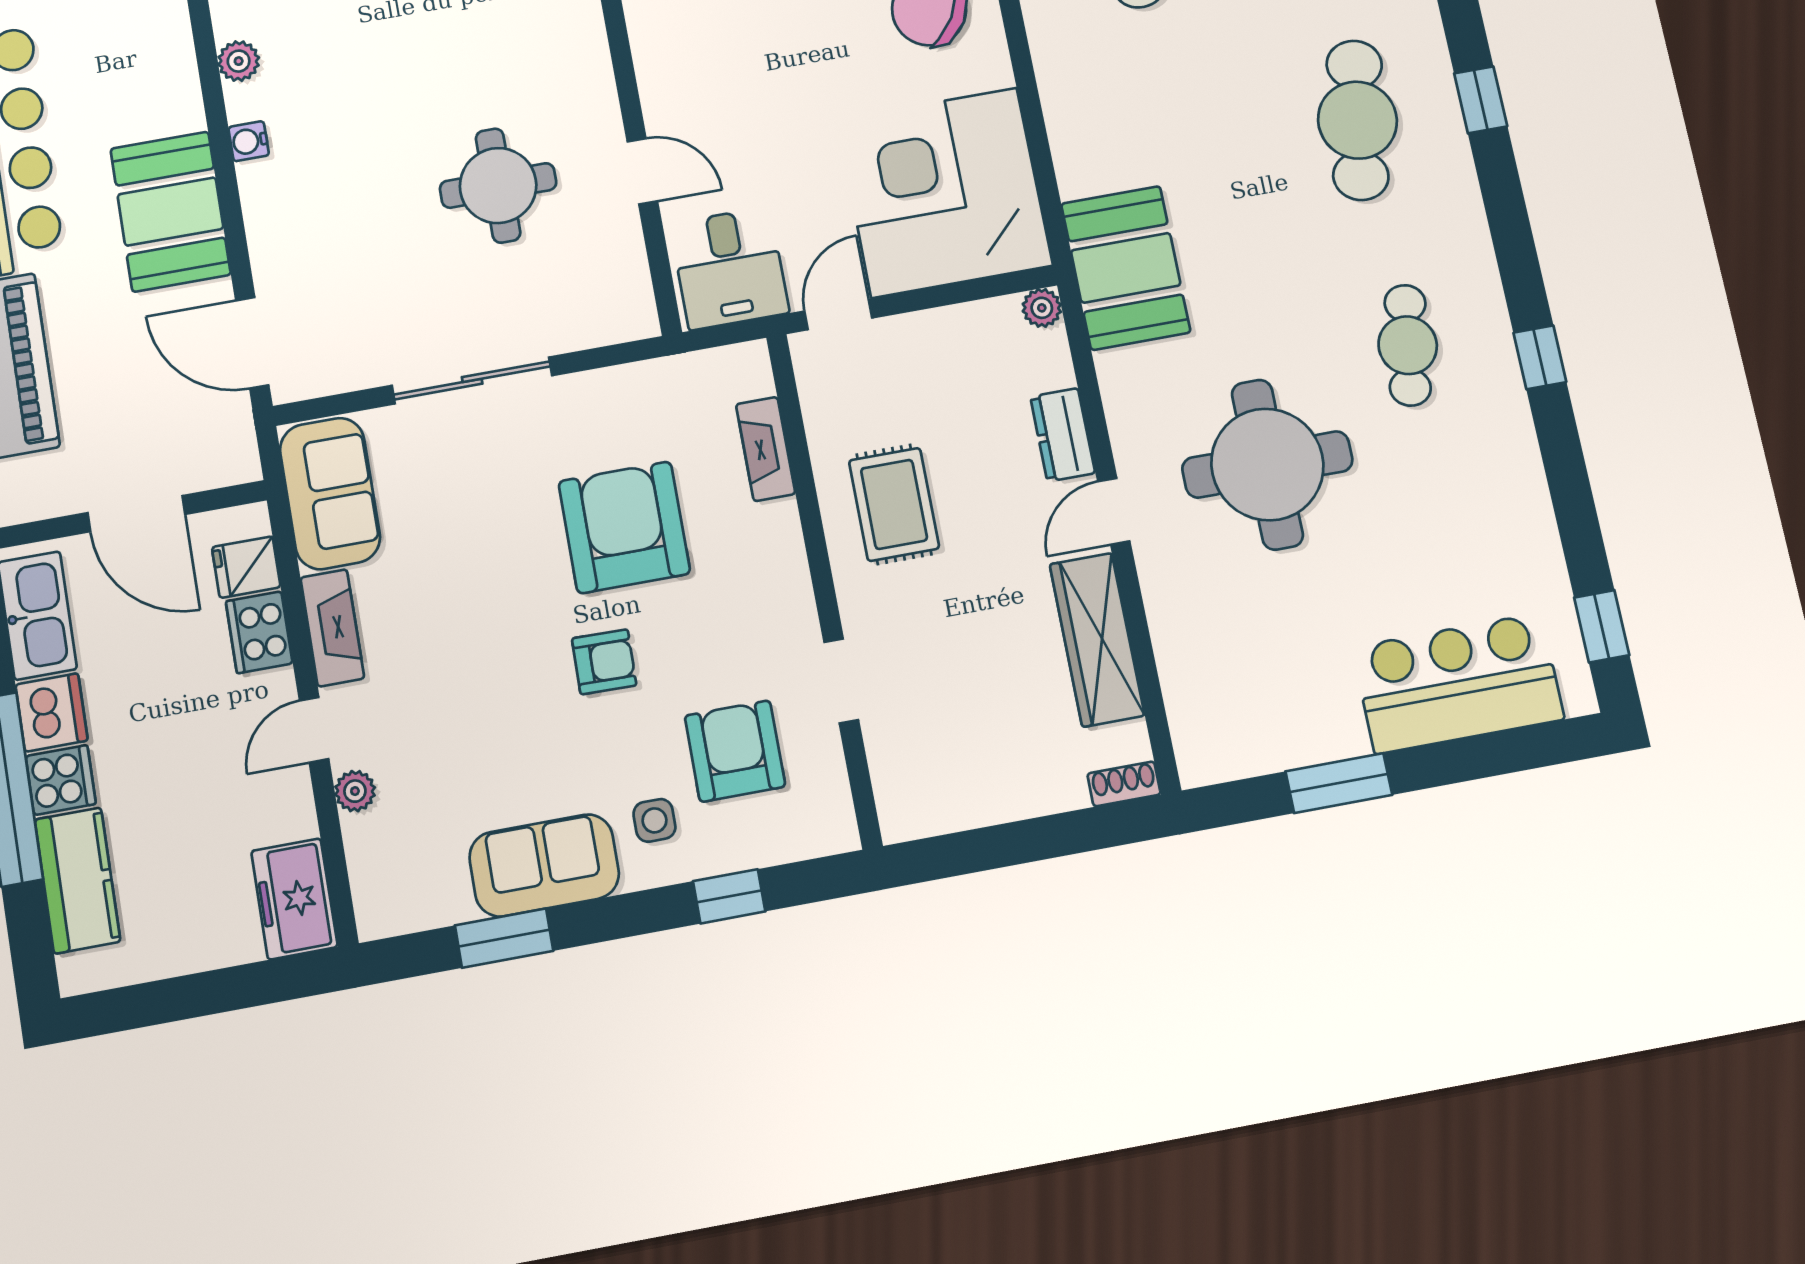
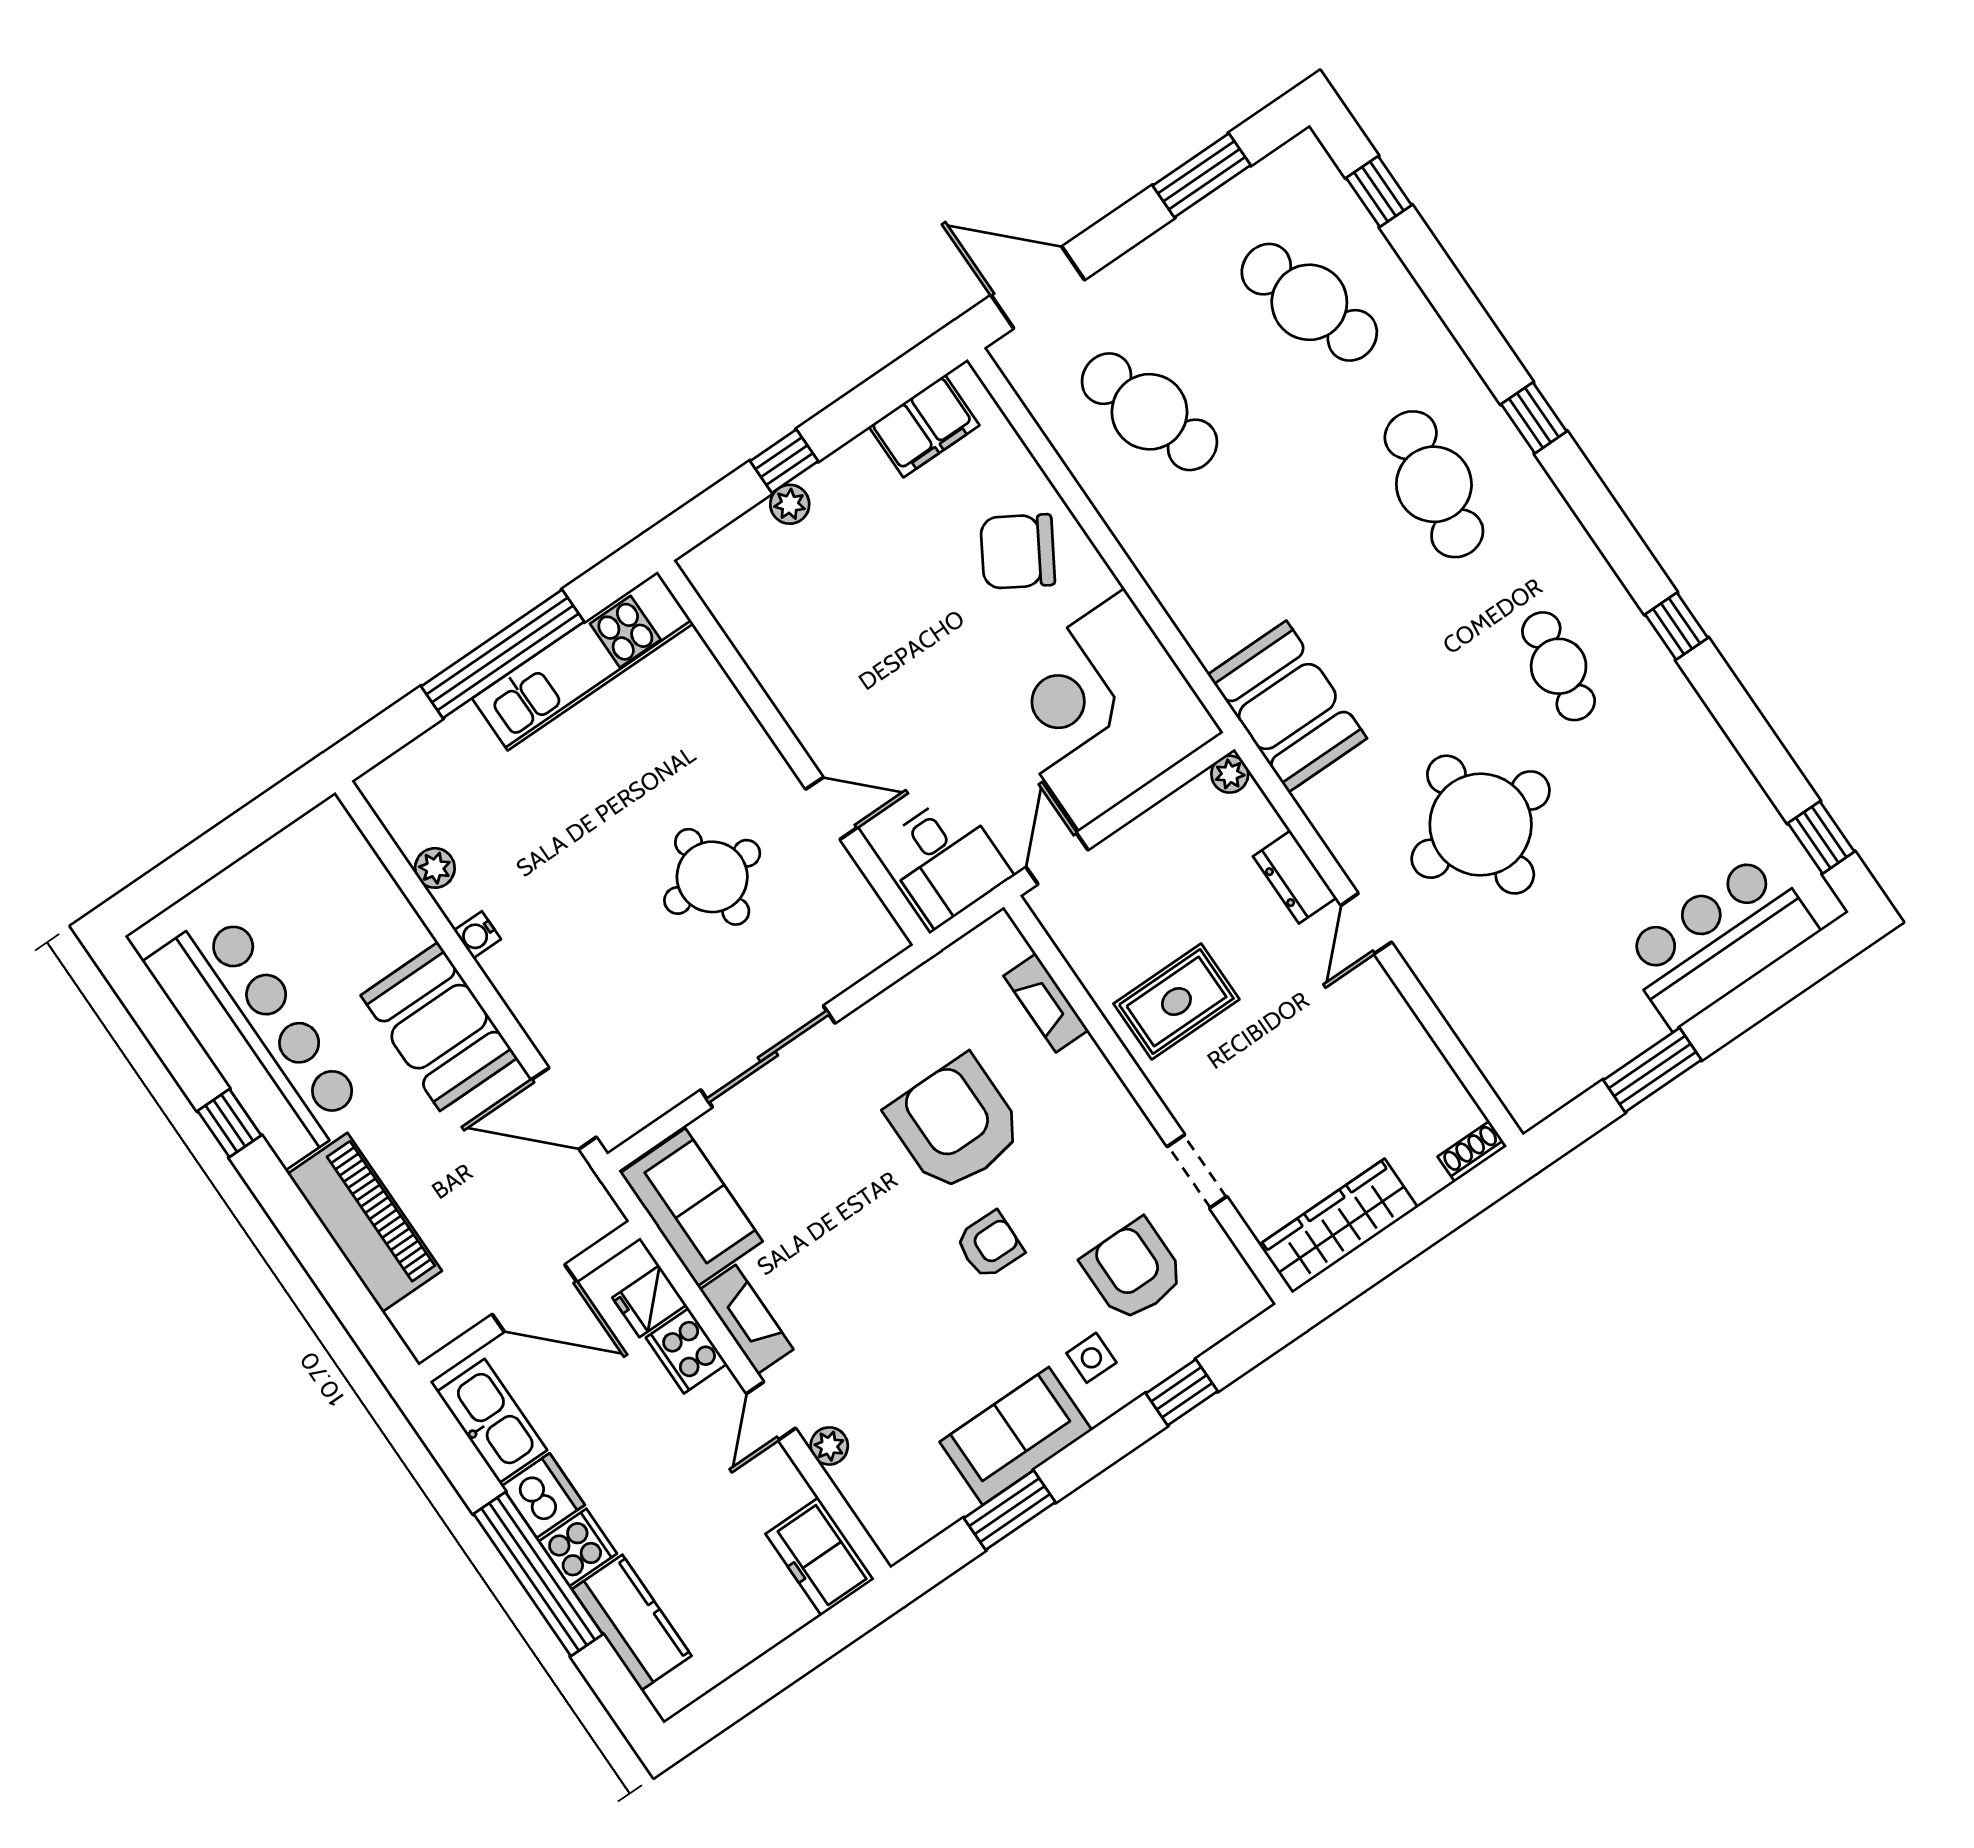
rug: (894, 504) -> (1176, 1002), turned 90
wardrobe: (1097, 640) -> (1338, 1226), moved, turned 90

